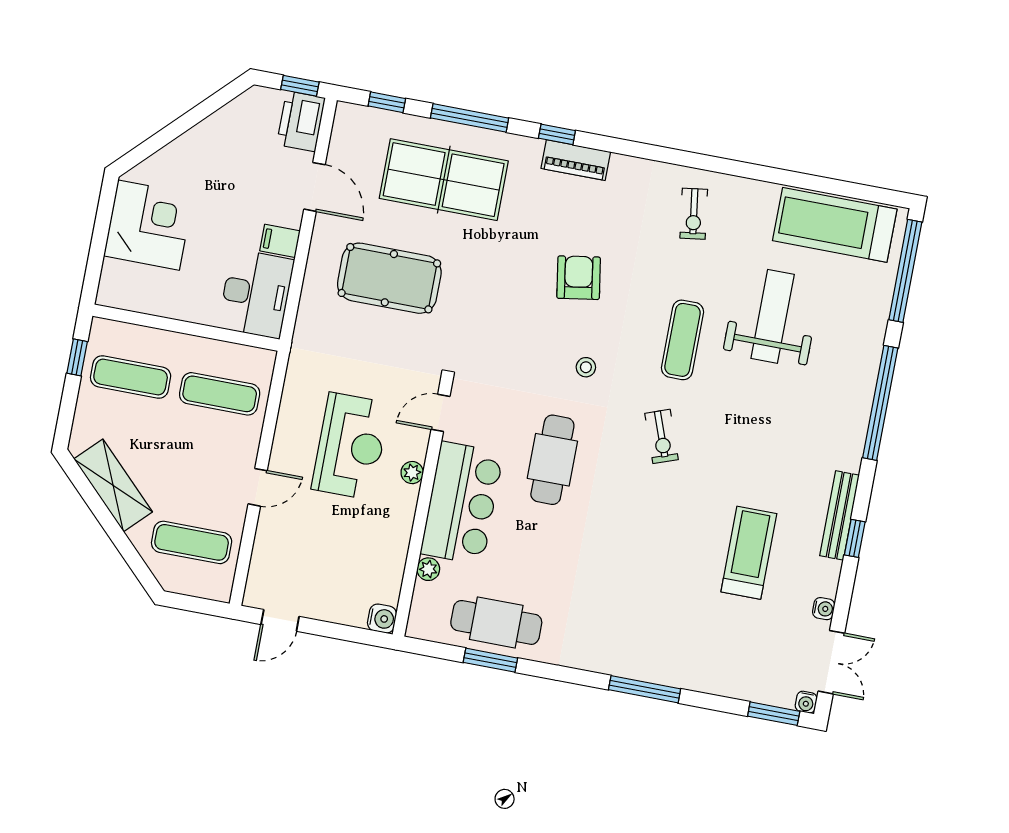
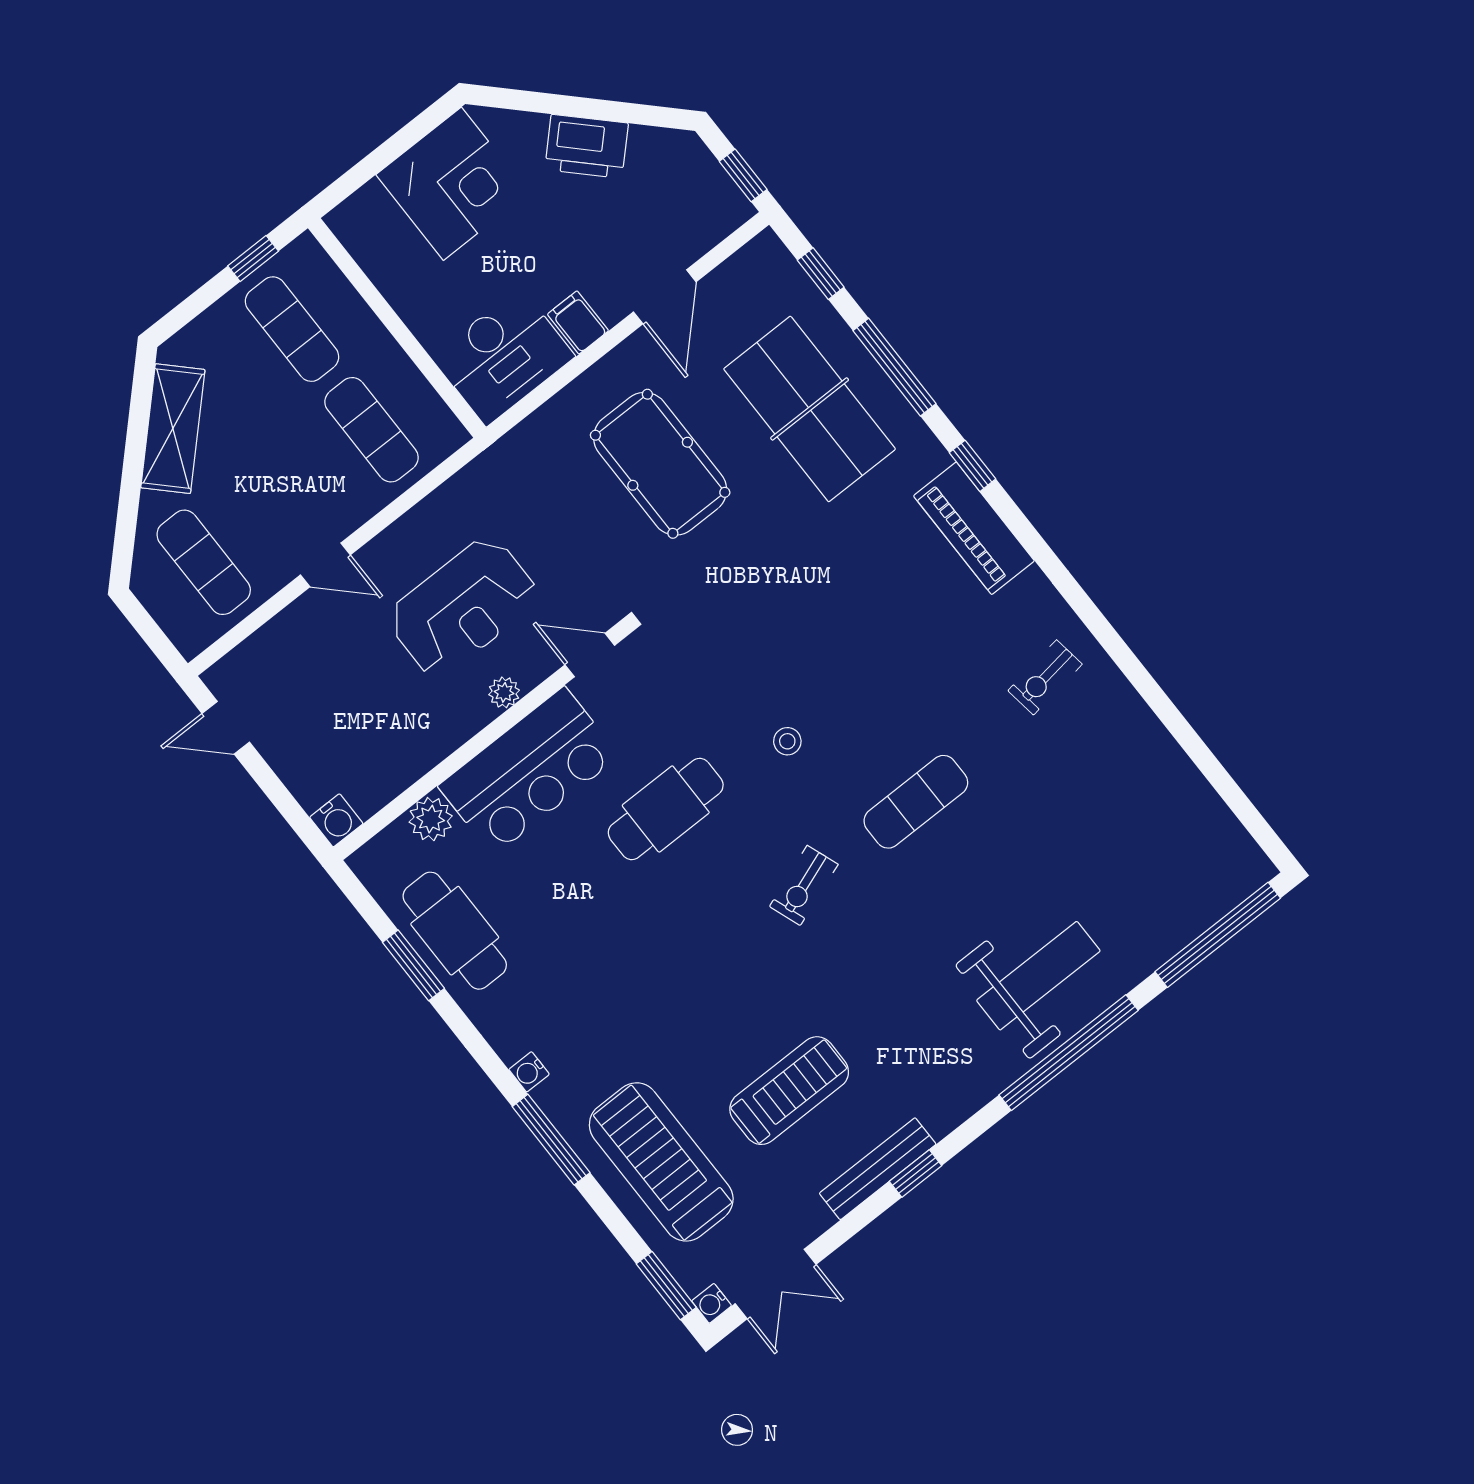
printer: (301, 121) -> (587, 146), moved, turned -135
piano: (576, 160) -> (974, 528), width x1.37, depth x1.33
treadmill: (835, 225) -> (661, 1162), moved
armchair: (579, 278) -> (863, 639), removed
weight bench: (773, 316) -> (1038, 976), moved
bench: (839, 515) -> (878, 1169), moved
plant: (428, 569) -> (431, 819), width x1.38, depth x1.38
water cooler: (824, 609) -> (529, 1072), moved, turned 90

